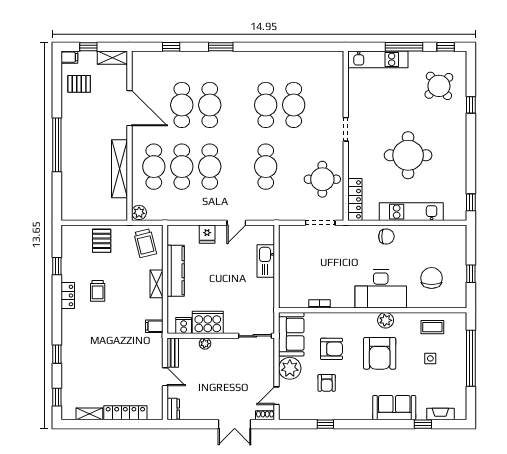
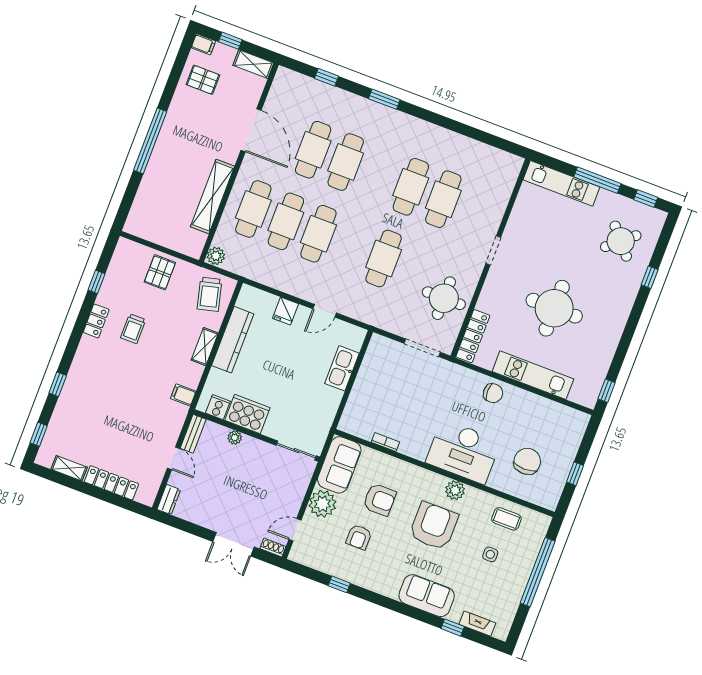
armchair: (380, 353) -> (434, 526), turned 180

